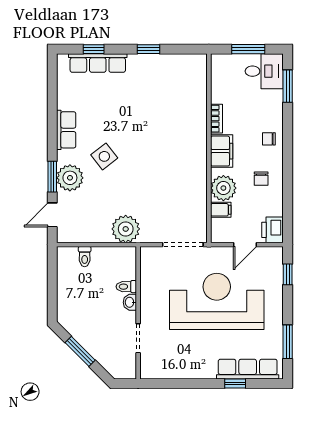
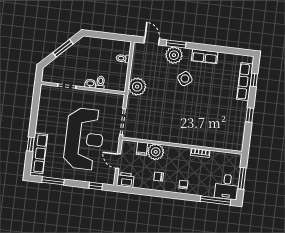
window: (288, 86) -> (215, 200), width x1.44
filing cabinet: (222, 151) -> (179, 154), removed

